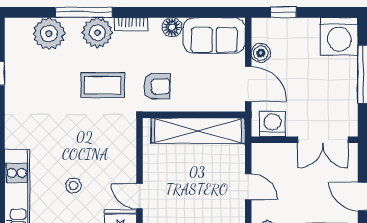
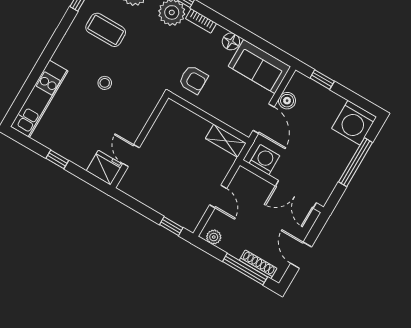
coffee table: (103, 85) -> (106, 30), moved
shelving: (198, 131) -> (226, 141), width x0.45, depth x0.75
stool: (73, 185) -> (105, 83), moved

